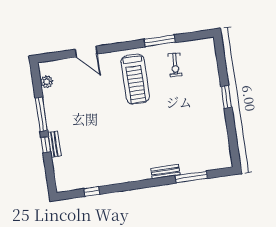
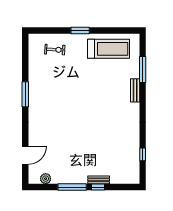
window: (160, 41) -> (25, 94), moved
door: (86, 52) -> (25, 155), moved
exercise bike: (175, 65) -> (55, 50), moved
treadmill: (135, 79) -> (108, 49), moved

